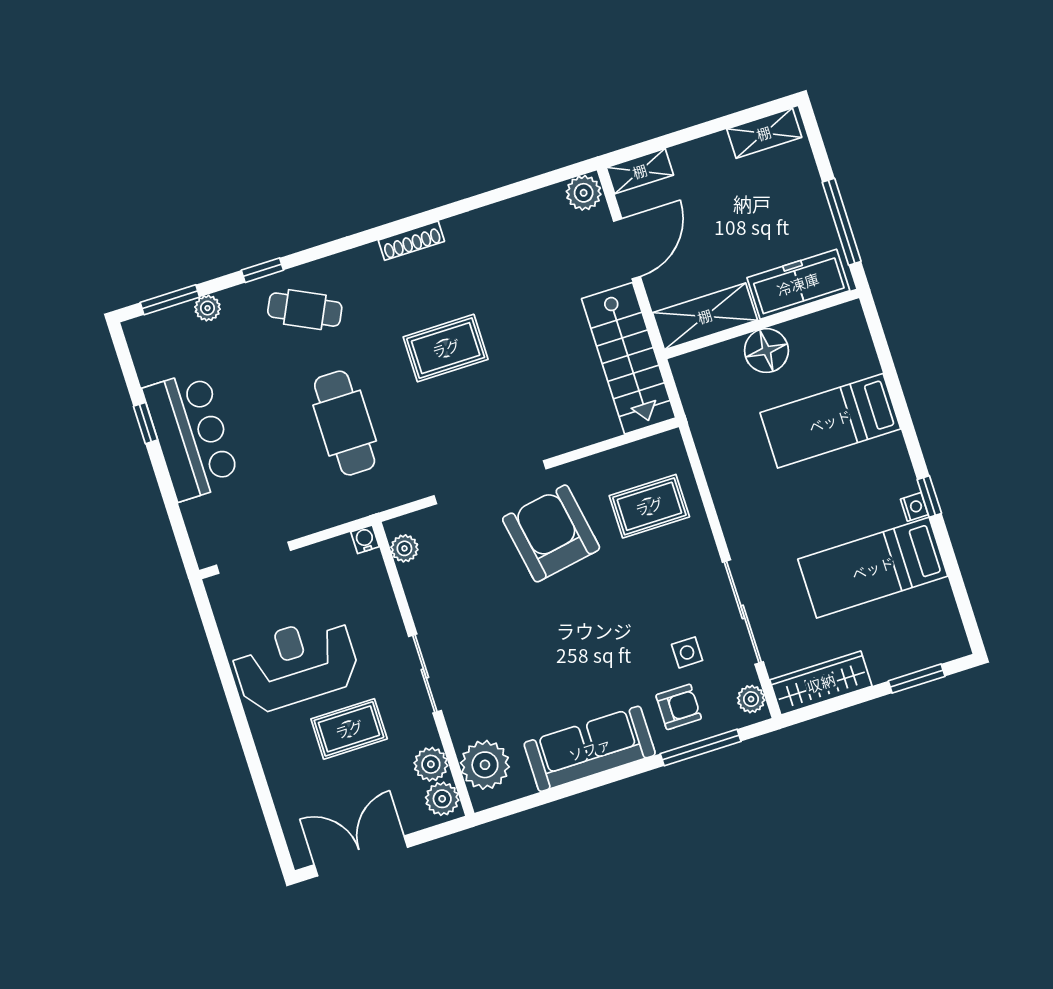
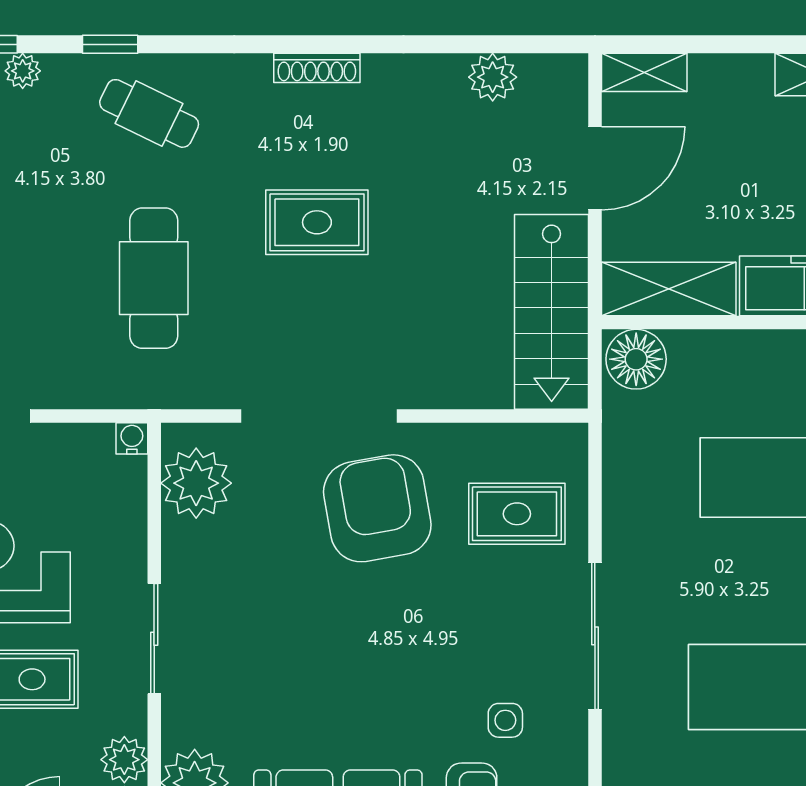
plant: (584, 193) -> (493, 77), moved
floor lamp: (766, 351) -> (636, 359), moved
plant: (404, 548) -> (196, 483), width x1.87, depth x1.87
sliding door: (743, 612) -> (595, 636), moved

